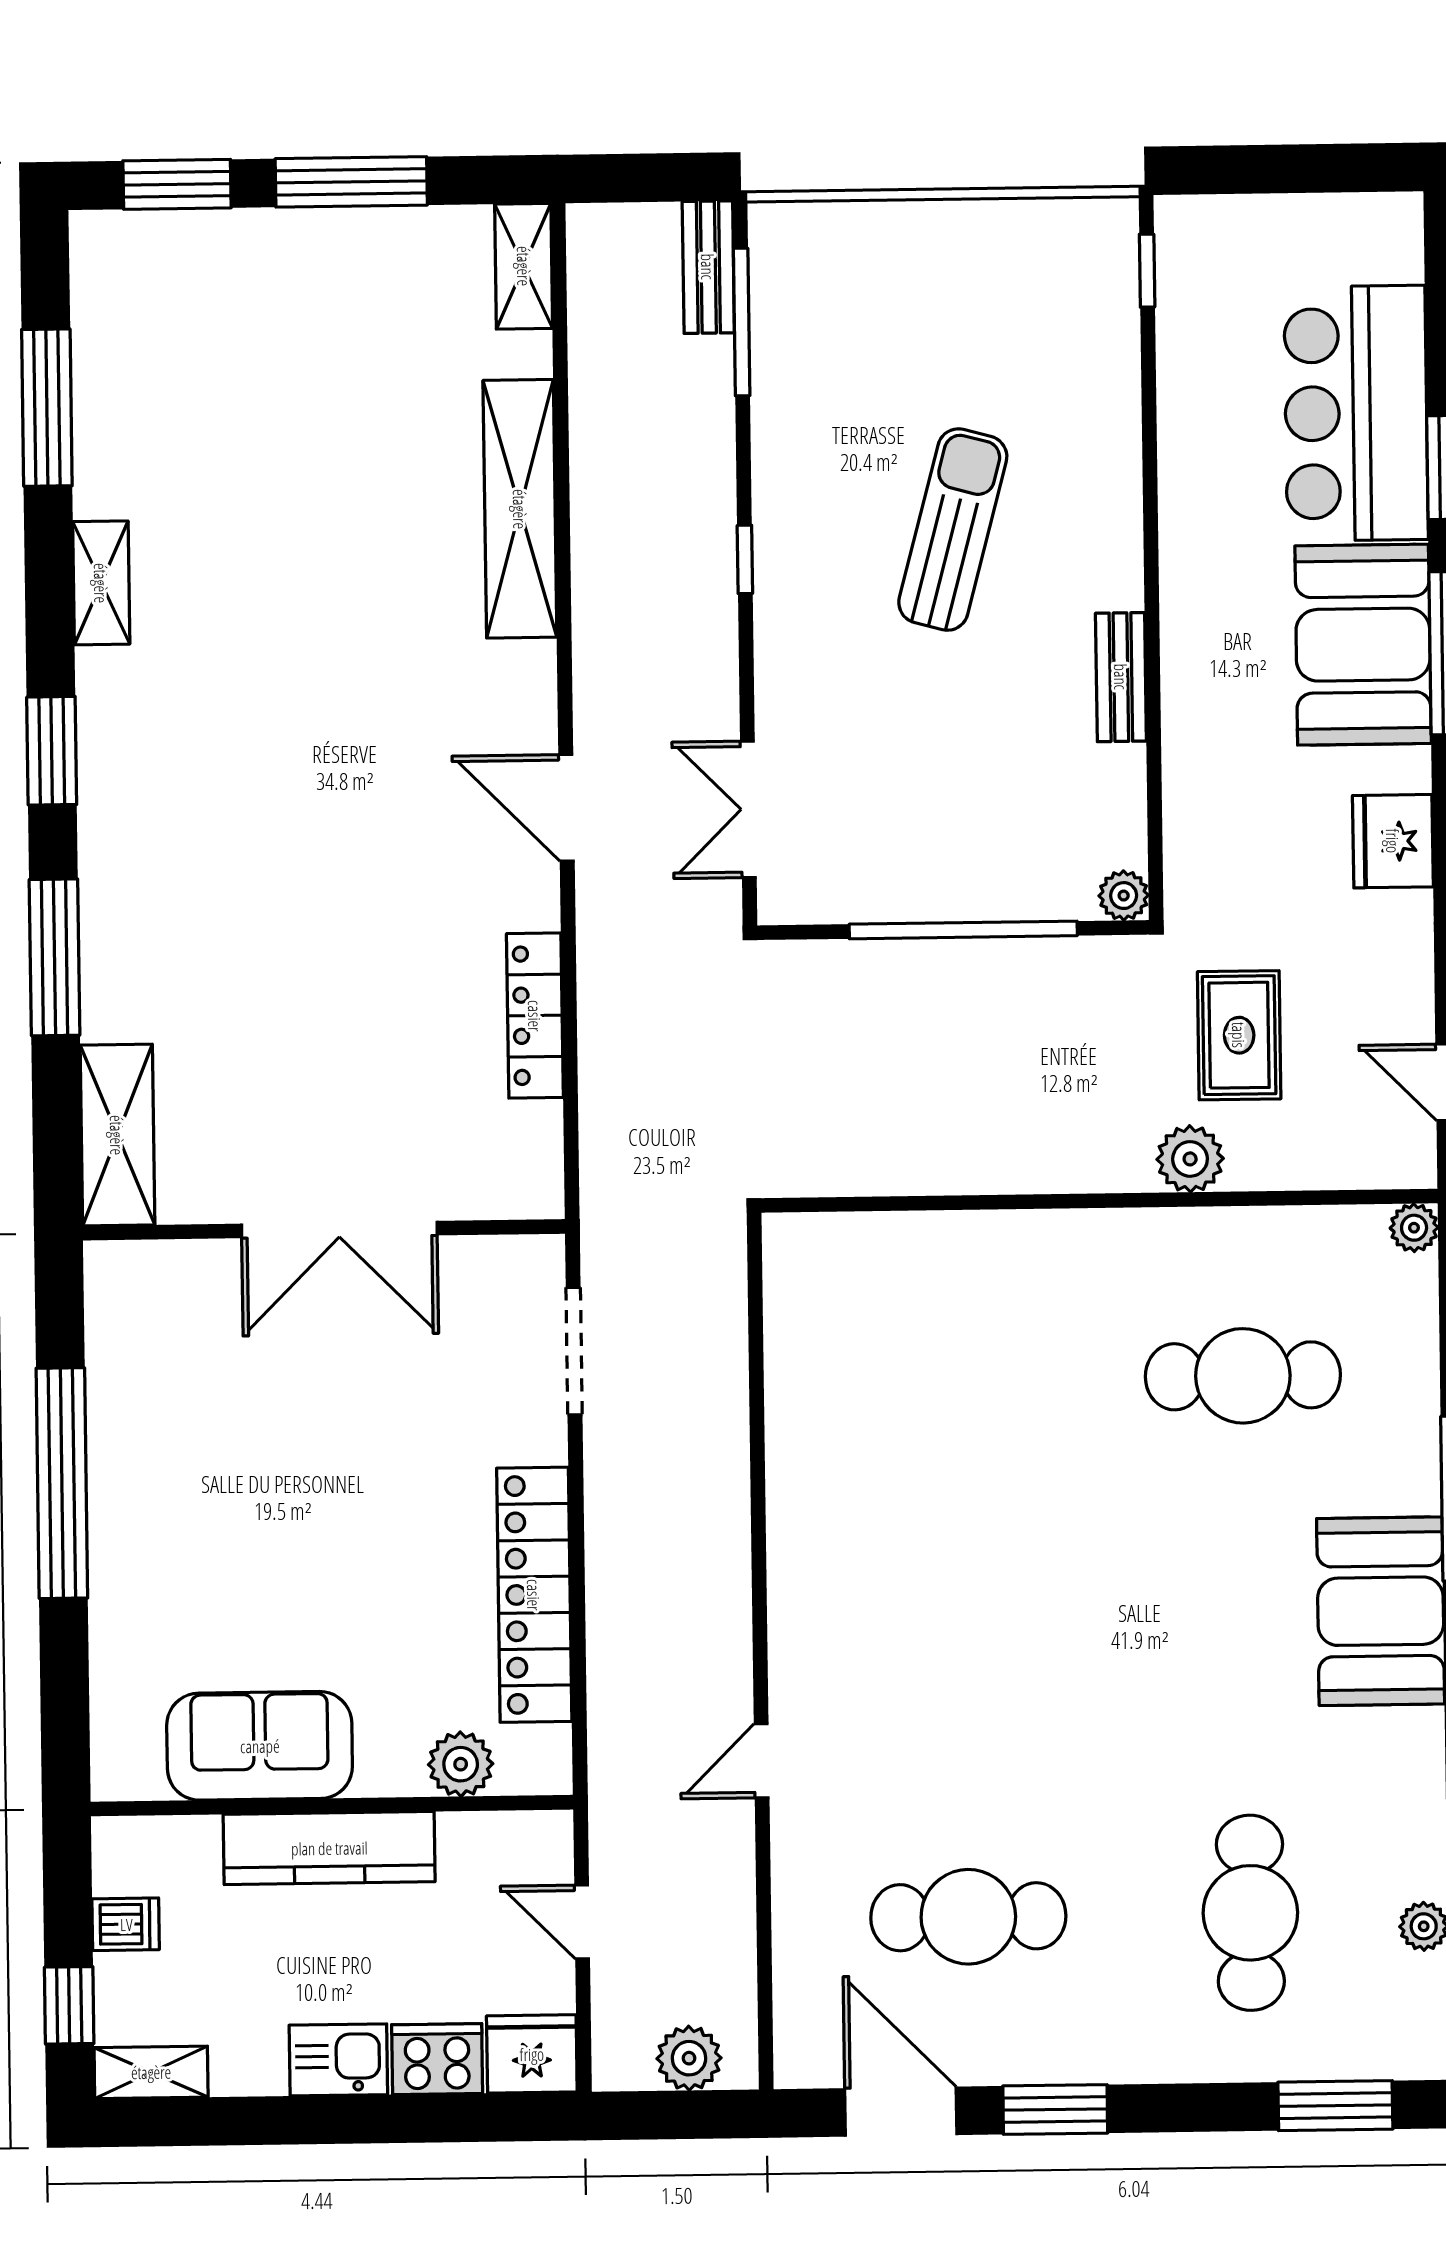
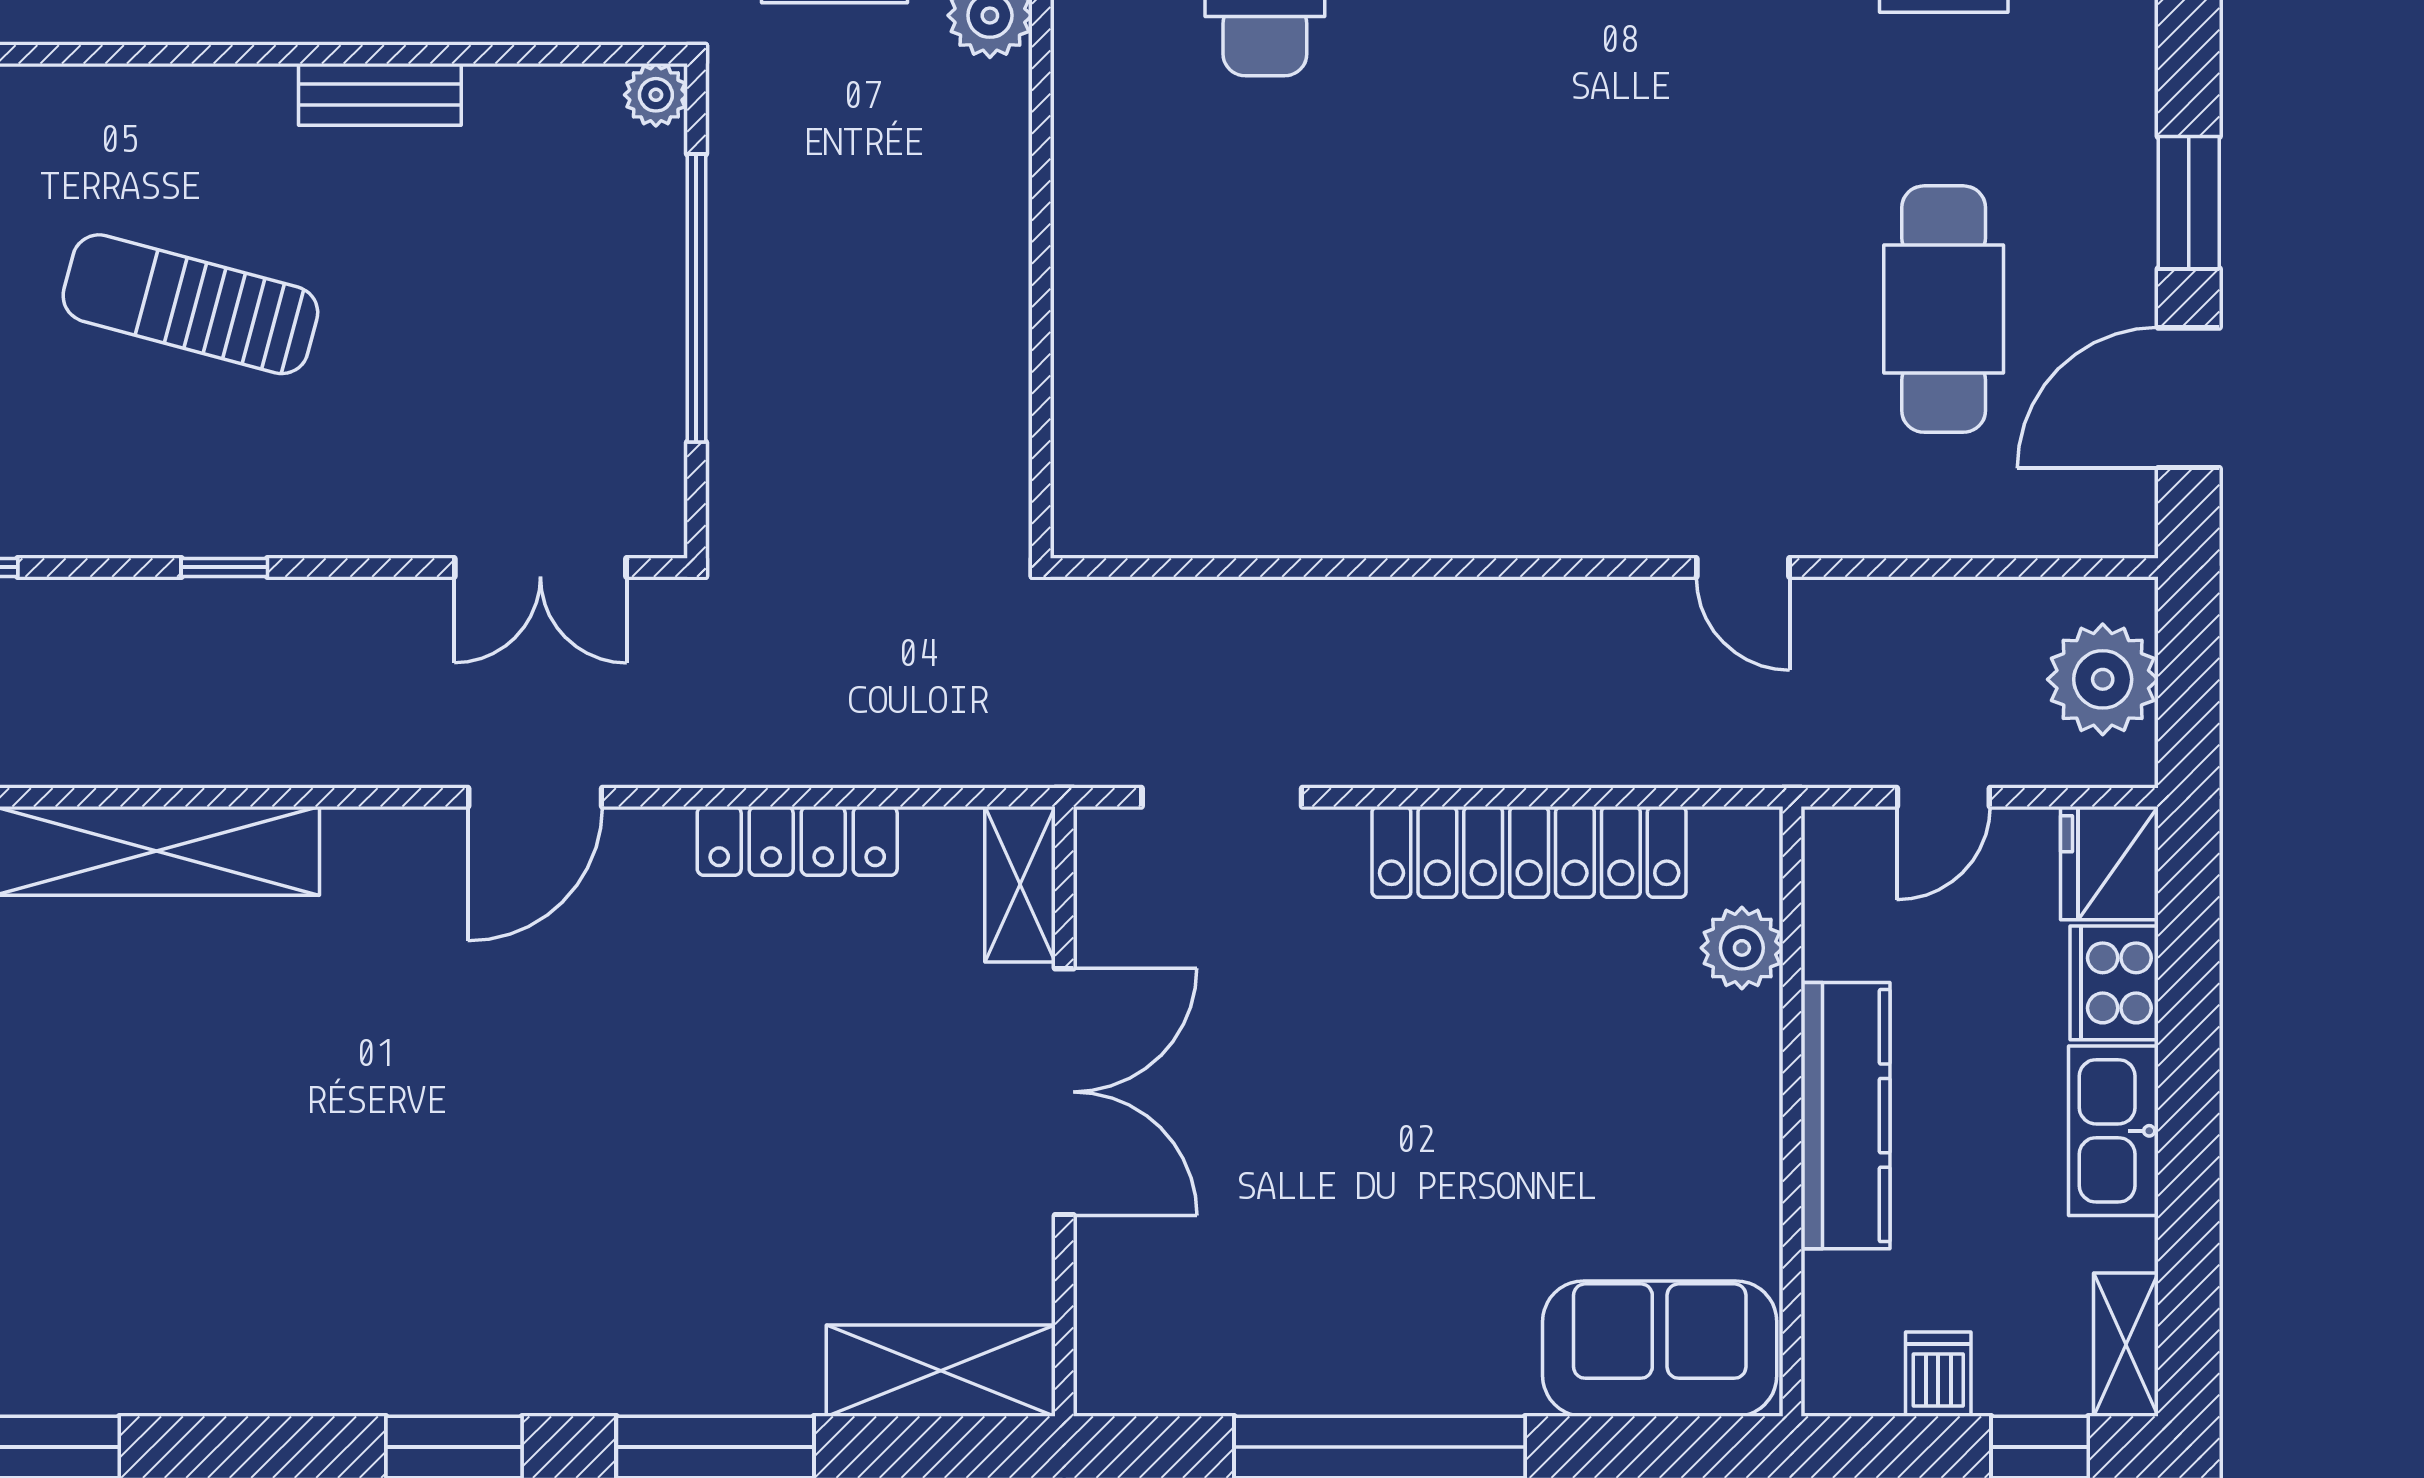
shelving: (101, 583) -> (1020, 884), moved, turned 90
sofa: (260, 1746) -> (1660, 1349), moved, turned 90
plant: (689, 2058) -> (2103, 679), width x1.36, depth x1.36
kitchen sink: (338, 2060) -> (2113, 1131), width x1.38

